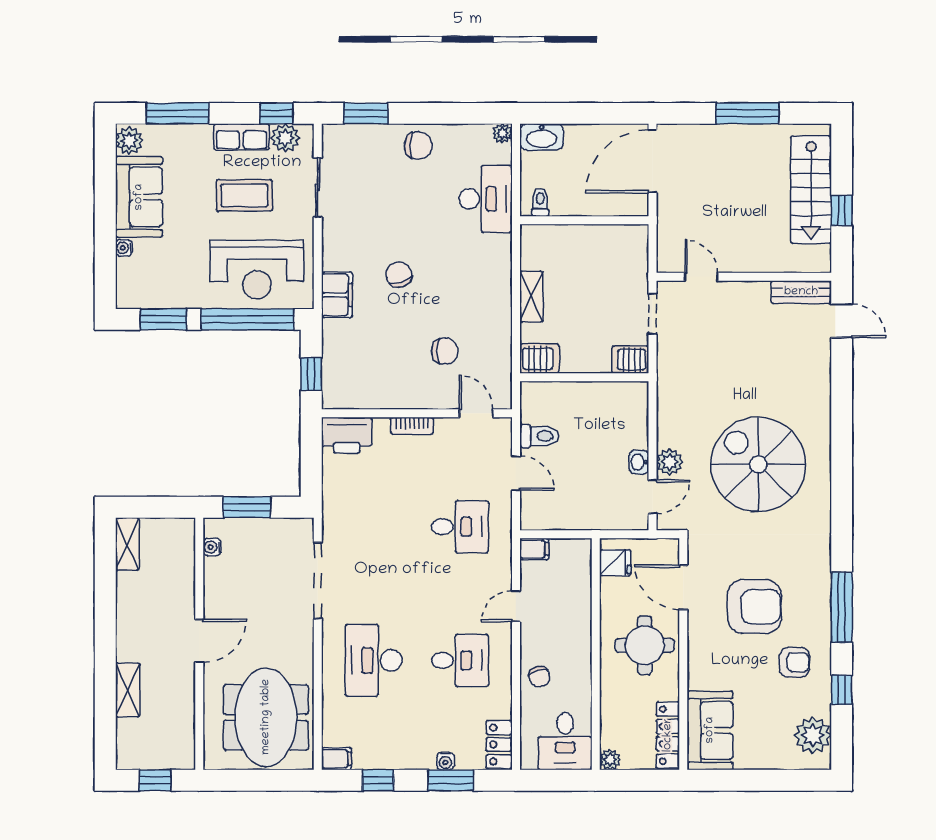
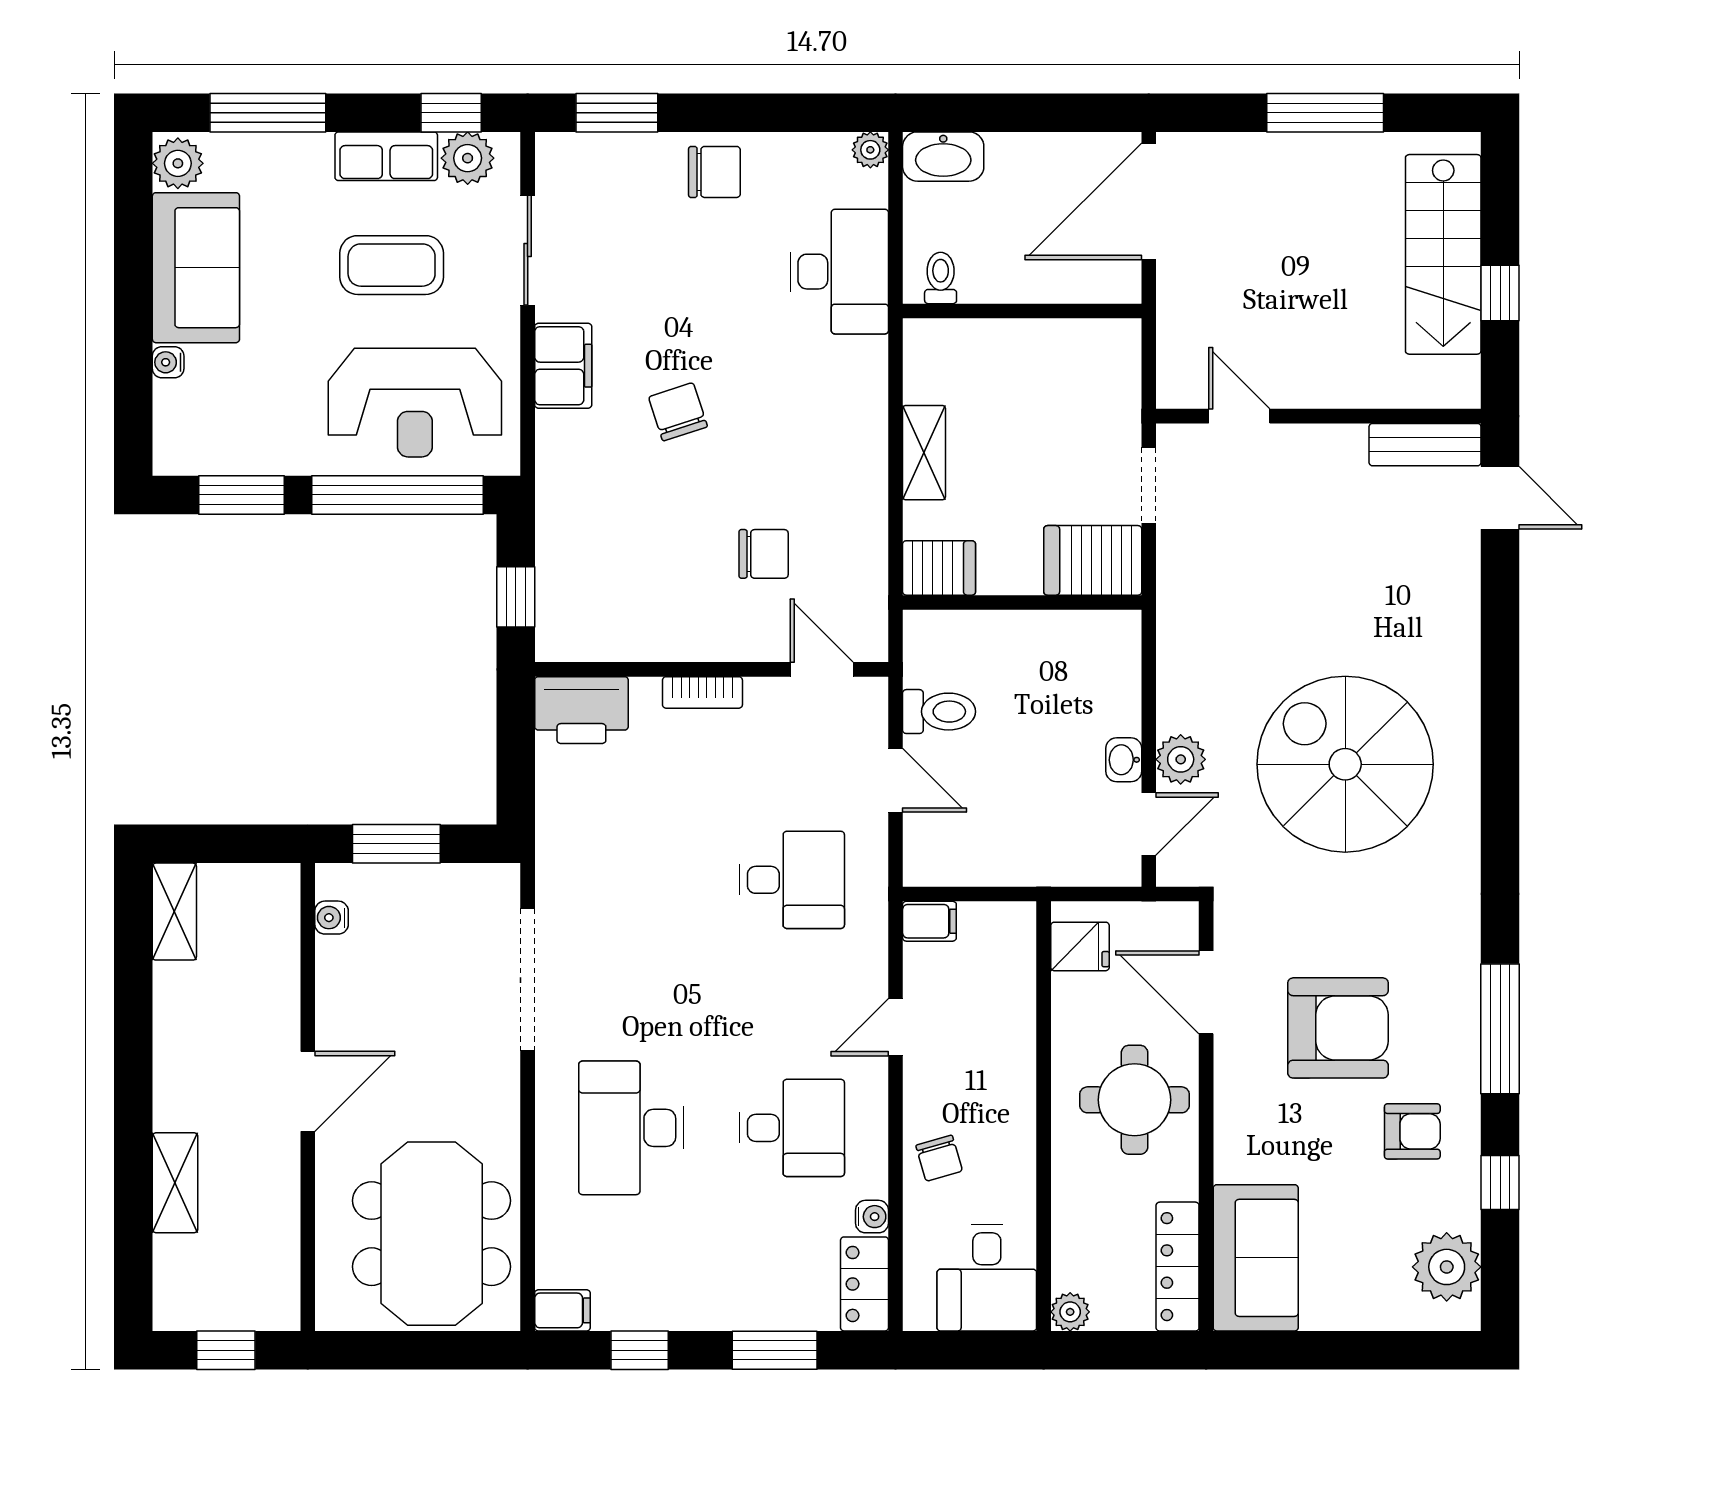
filing cabinet: (337, 295) -> (563, 366), moved
server rack: (630, 360) -> (1093, 560), width x1.36, depth x1.44
water cooler: (445, 761) -> (872, 1217), moved, turned -90

